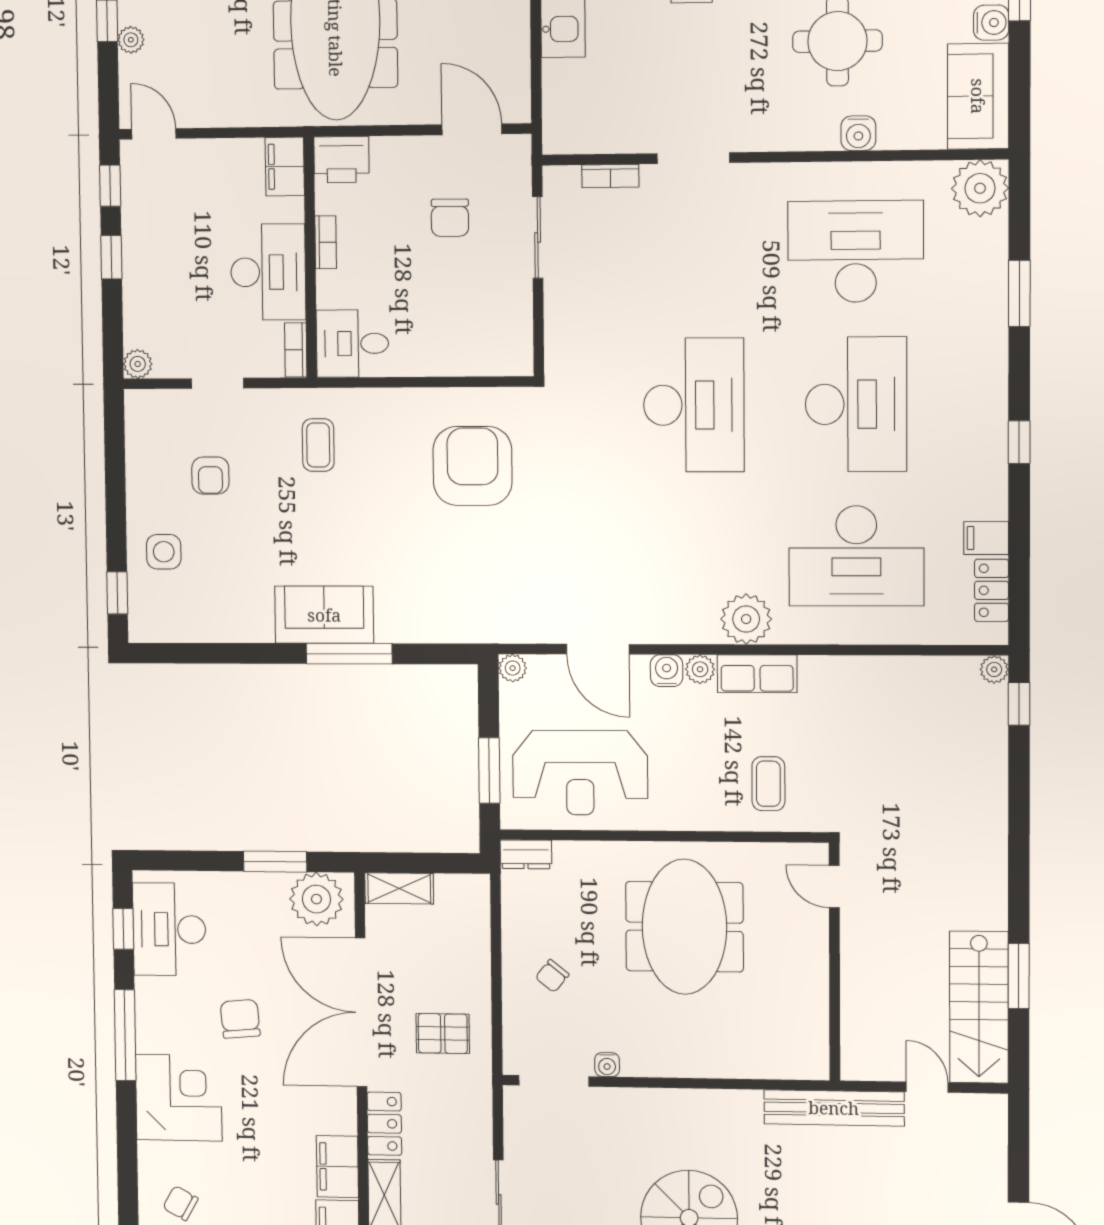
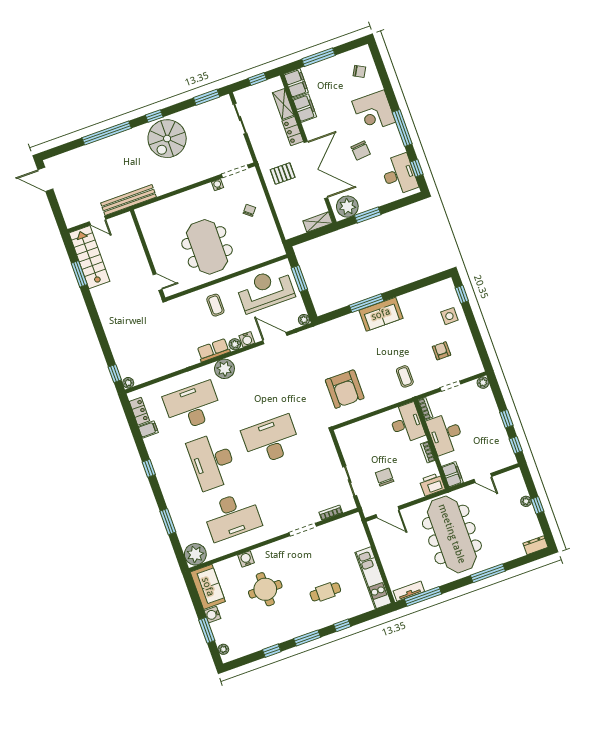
door: (154, 134) -> (483, 478), moved
desk: (352, 344) -> (407, 423), width x1.37
desk: (694, 405) -> (271, 440), turned 90
coffee table: (768, 784) -> (215, 305), moved
dresser: (526, 854) -> (275, 252), removed

